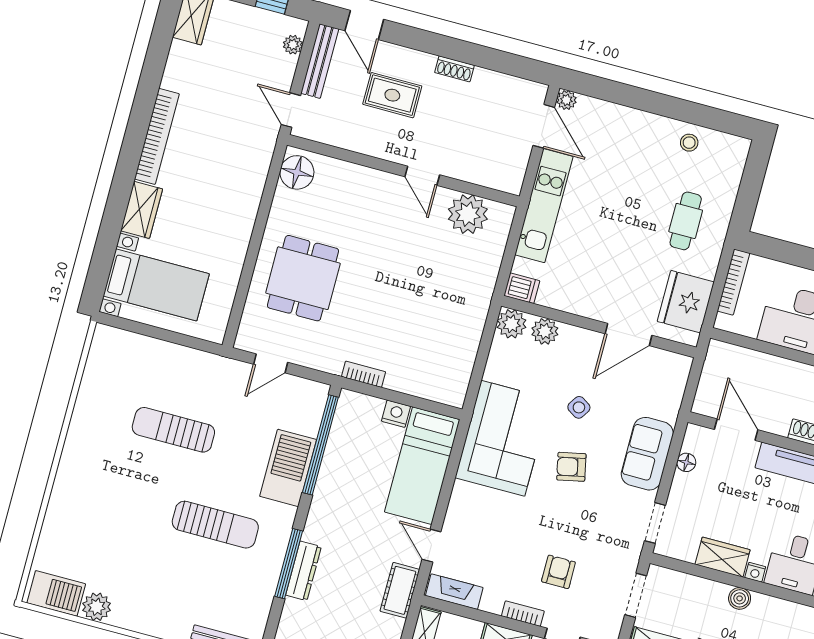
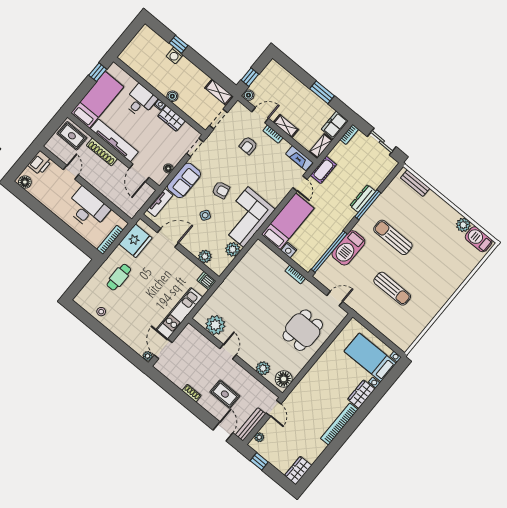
plant: (344, 175) -> (263, 368), added
plant: (512, 324) -> (233, 249), moved
tv unit: (673, 392) -> (160, 203), added

